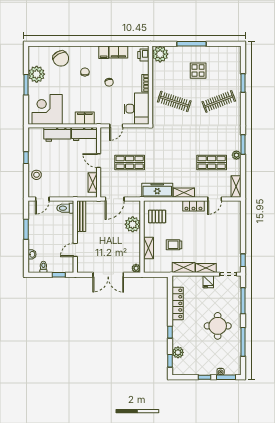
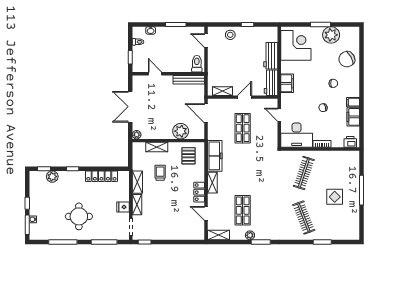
plant: (160, 54) -> (351, 159), removed

